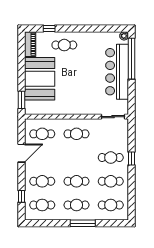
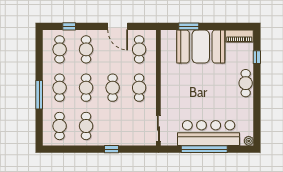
cafe table: (64, 45) -> (246, 83), moved
window: (131, 59) -> (204, 149), moved
window: (22, 100) -> (189, 26), moved
cafe table: (111, 158) -> (113, 88), moved

